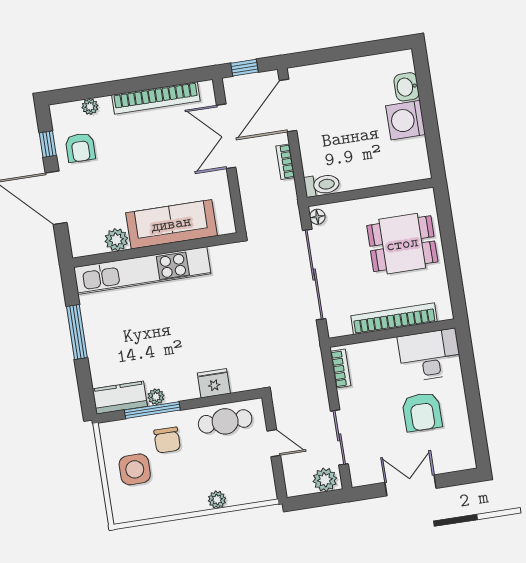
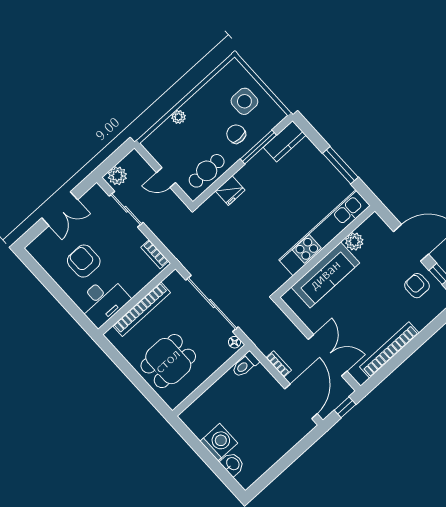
plant: (90, 107) -> (428, 316), removed
plant: (156, 397) -> (262, 157), removed

